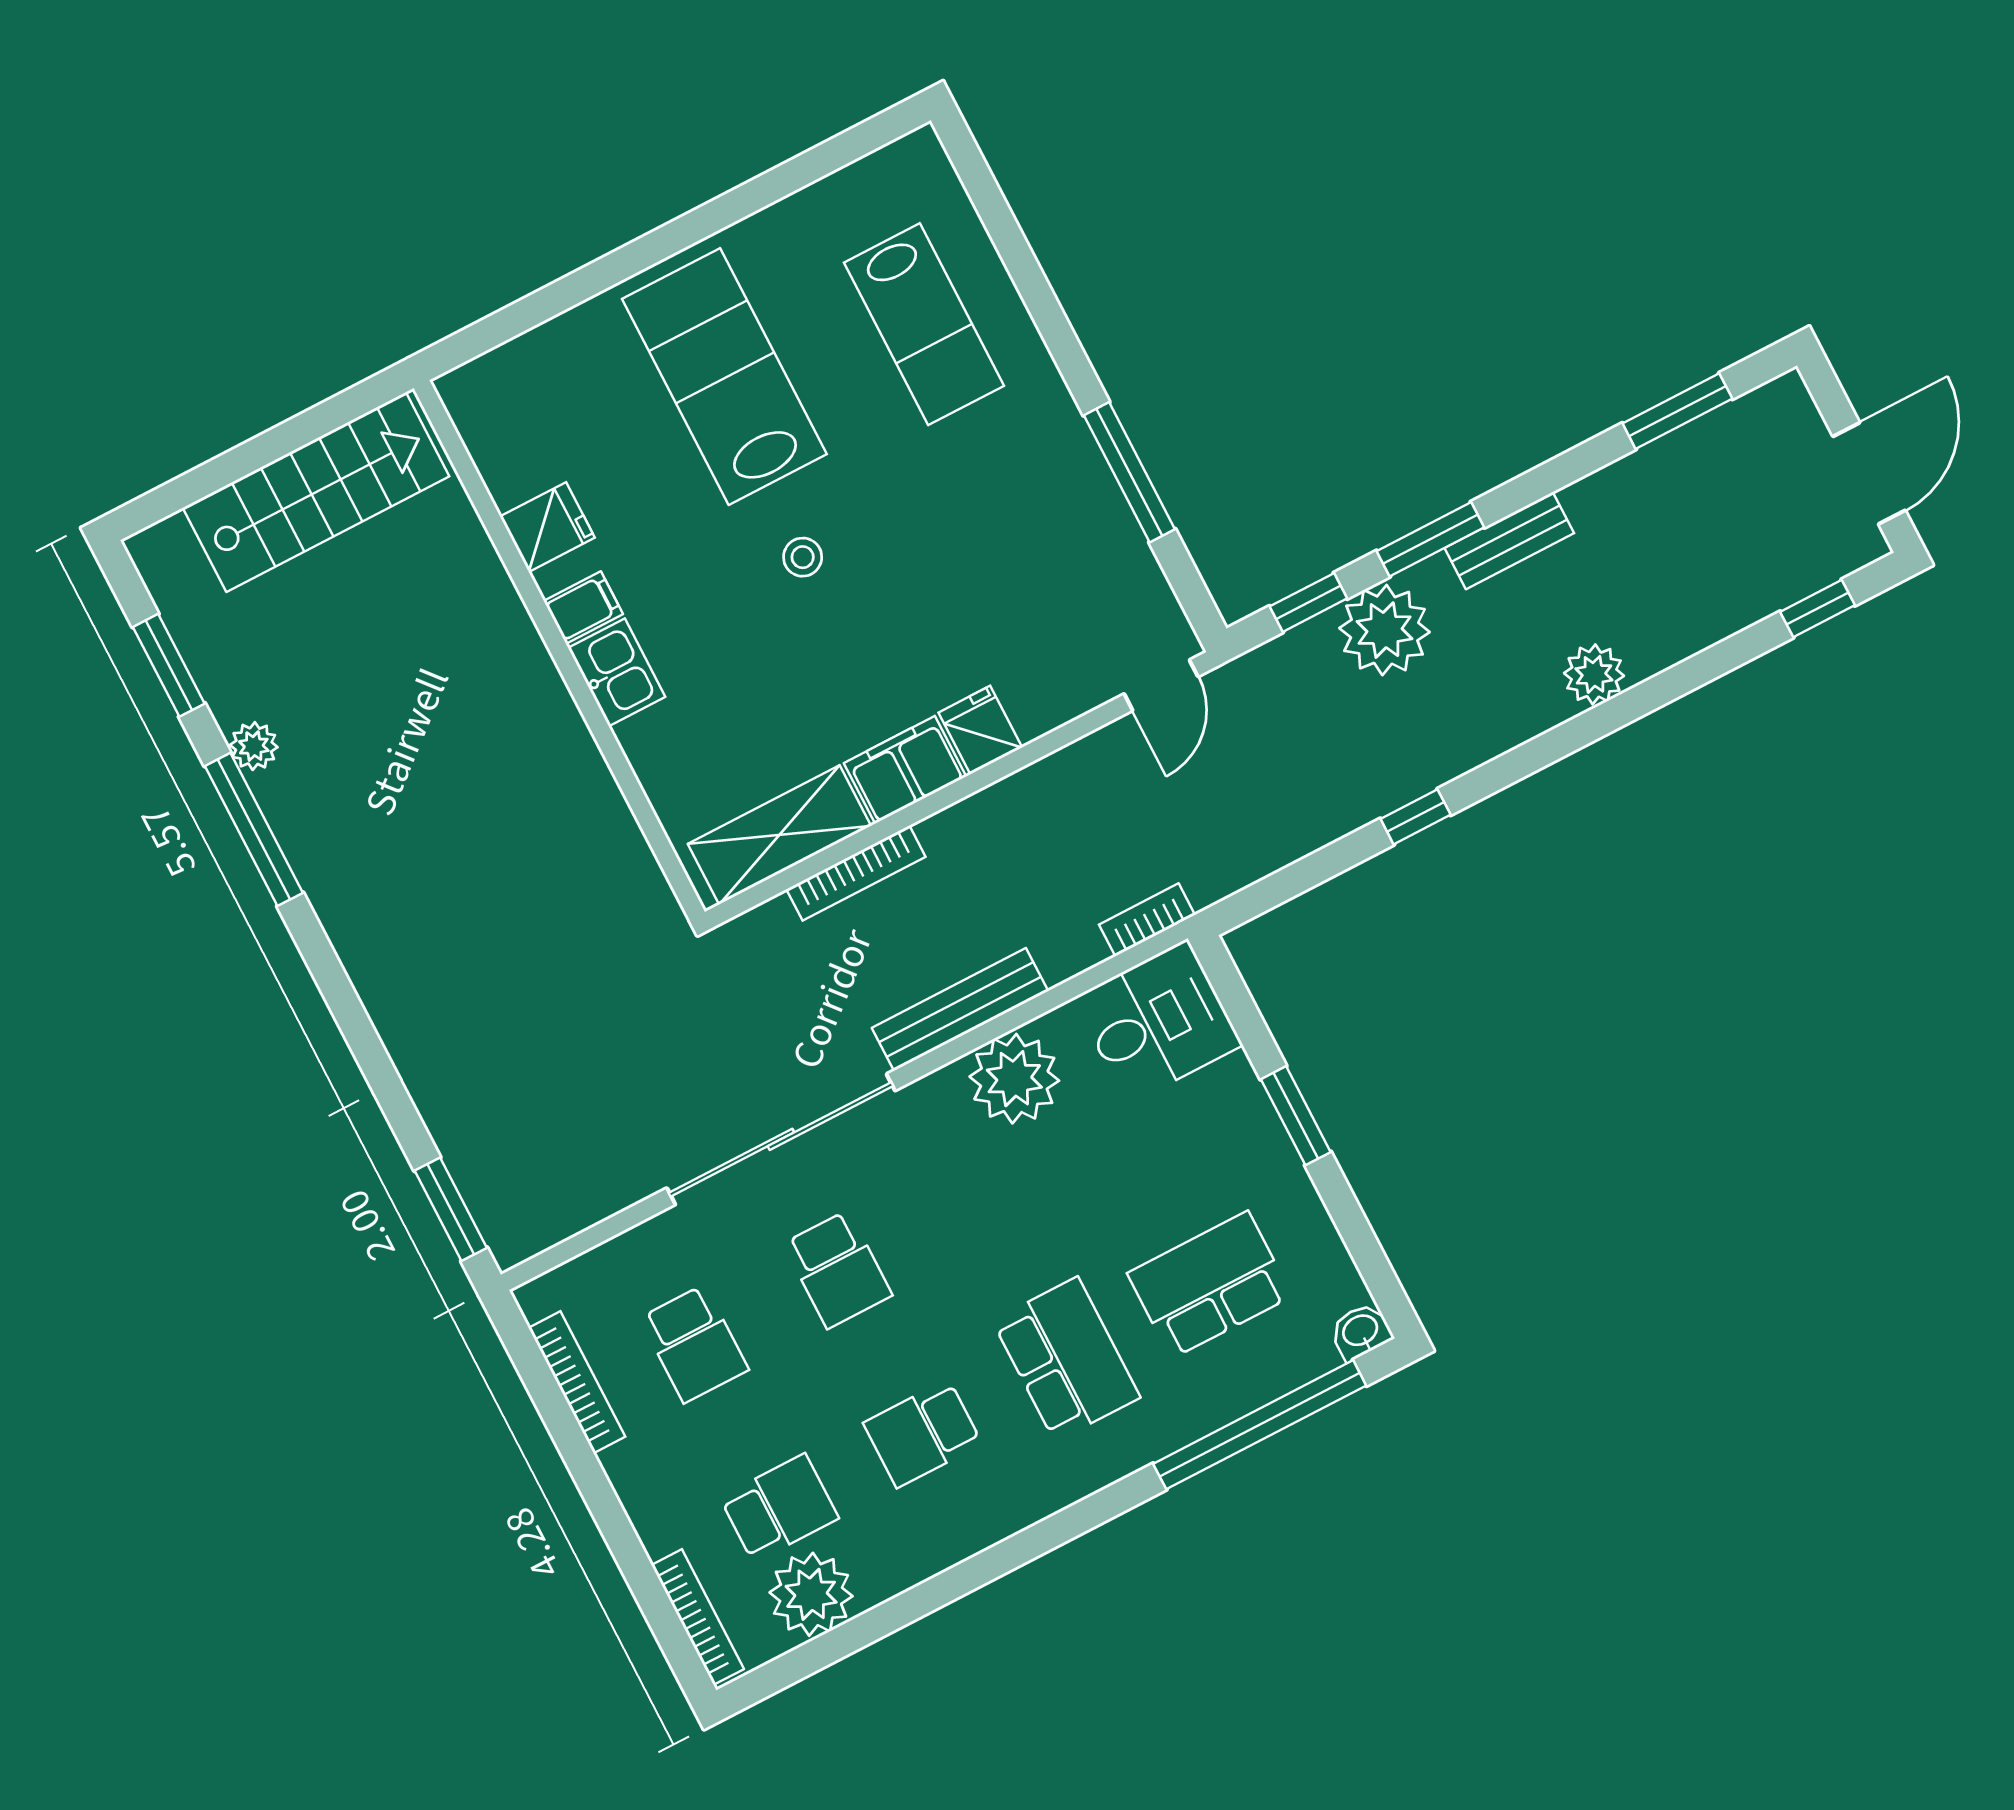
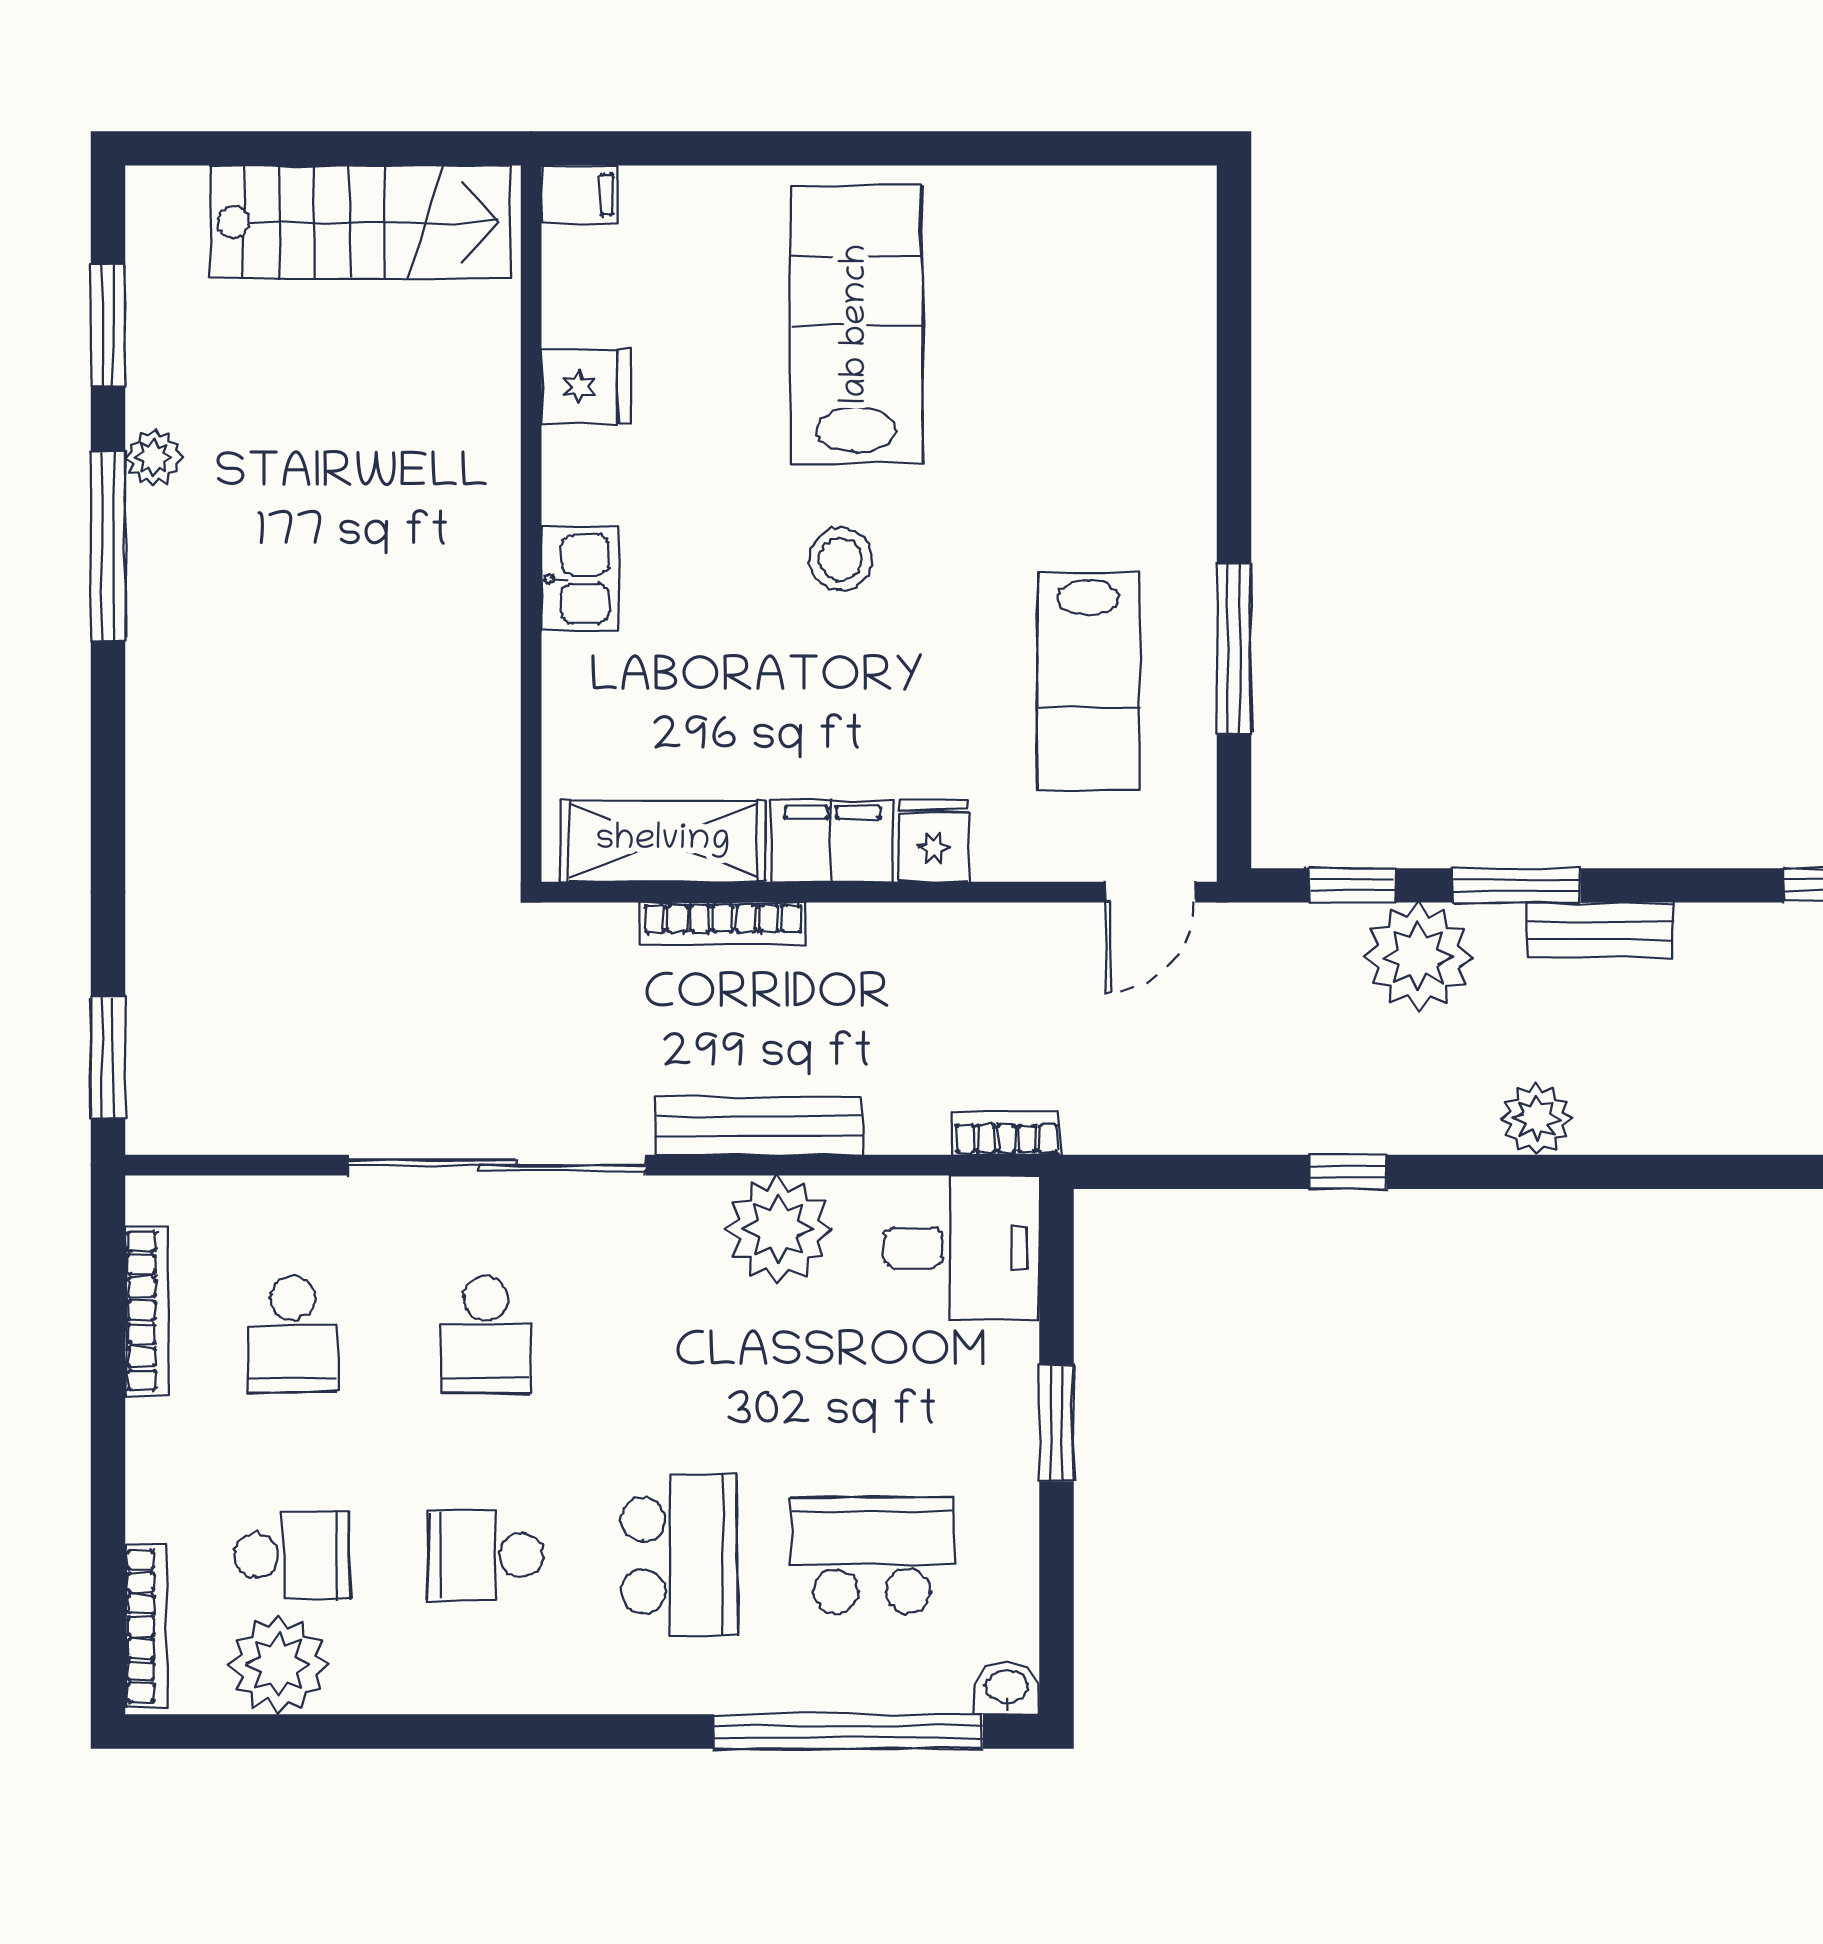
lab bench: (924, 324) -> (1088, 681), moved
stool: (803, 557) -> (840, 559), width x1.37, depth x1.37
filing cabinet: (583, 608) -> (580, 194), moved
plant: (1594, 674) -> (1537, 1119), moved

